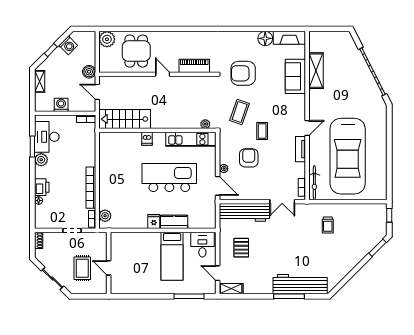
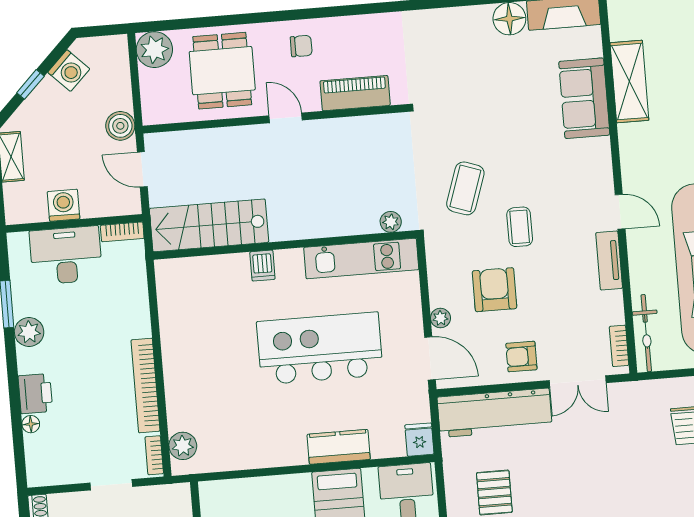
chair: (172, 43) -> (301, 46), added
armchair: (243, 73) -> (521, 357), moved, width x0.53, depth x0.53
door: (307, 128) -> (620, 212), hinge flipped
desk: (47, 137) -> (66, 255), moved, turned 90
fridge: (154, 222) -> (419, 440), moved

